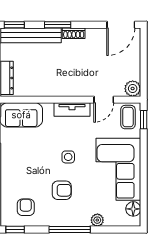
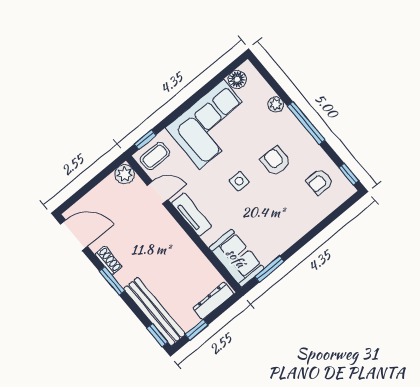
window: (58, 25) -> (112, 281), moved
shoe rack: (74, 33) -> (109, 260), moved

